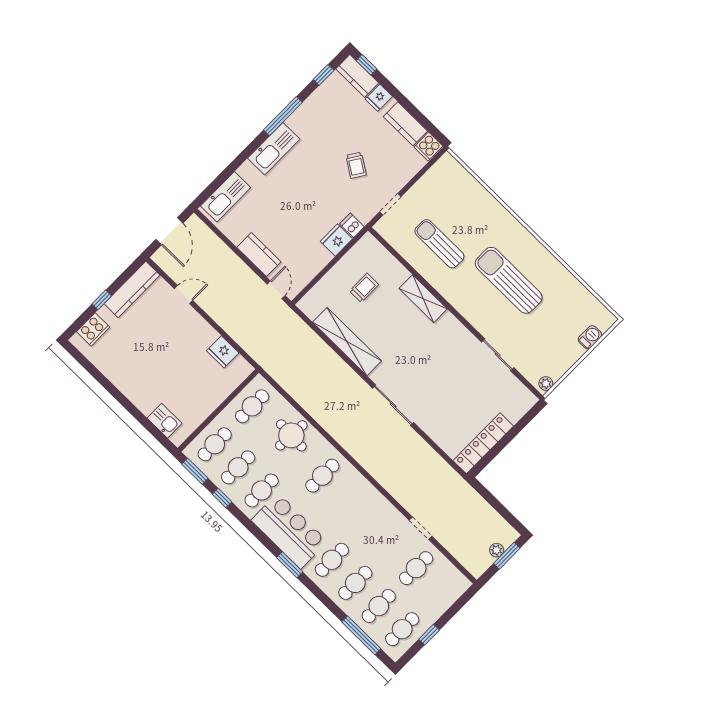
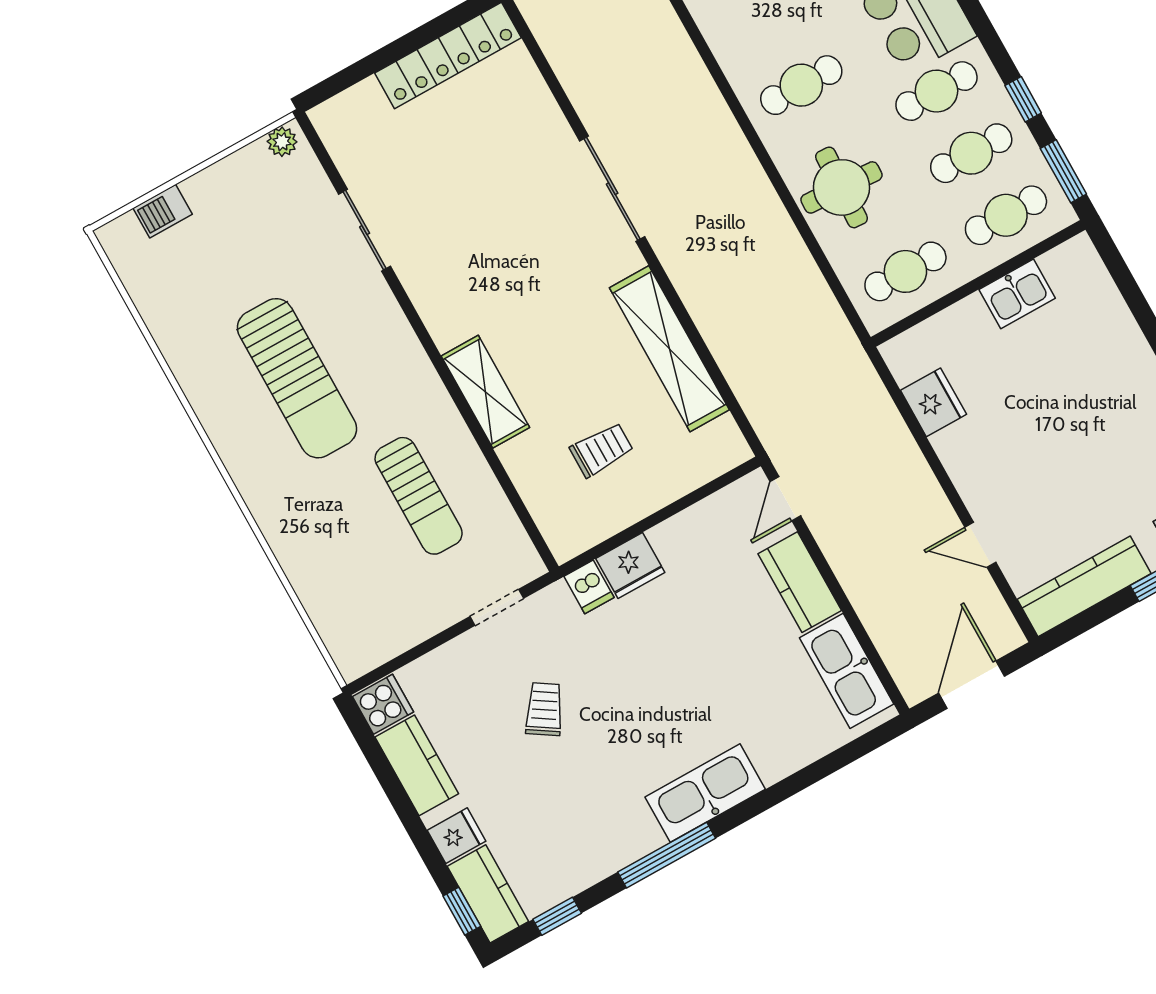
kitchen sink: (226, 197) -> (847, 671), moved, turned -90
trolley: (364, 288) -> (601, 450), turned 180
kitchen sink: (165, 421) -> (1017, 294), moved, turned -90

